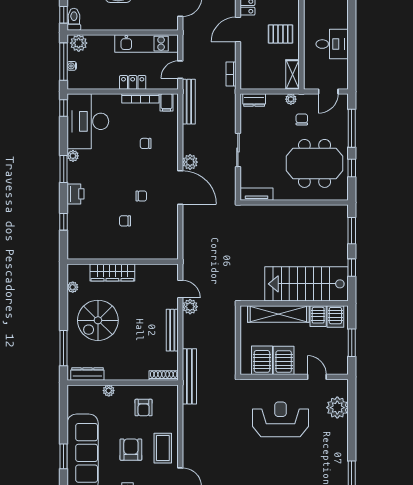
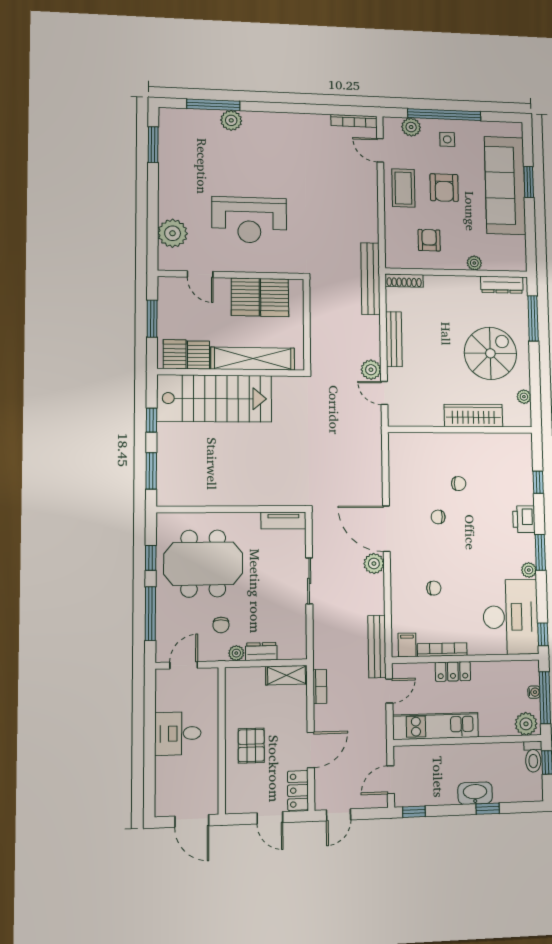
pallet: (280, 34) -> (251, 746), turned 90
shelving: (293, 75) -> (287, 675), moved, turned 90
dresser: (254, 100) -> (261, 651), moved

